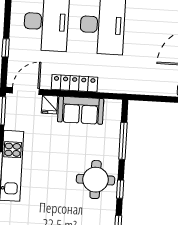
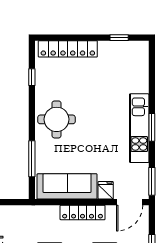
sofa: (81, 110) -> (67, 186), width x1.36
window: (120, 189) -> (32, 111), removed

